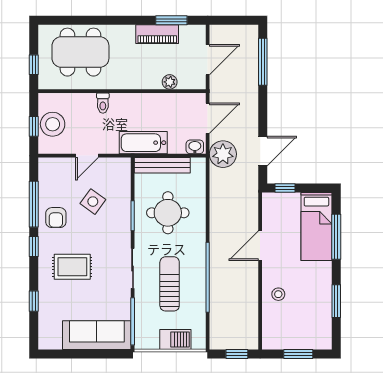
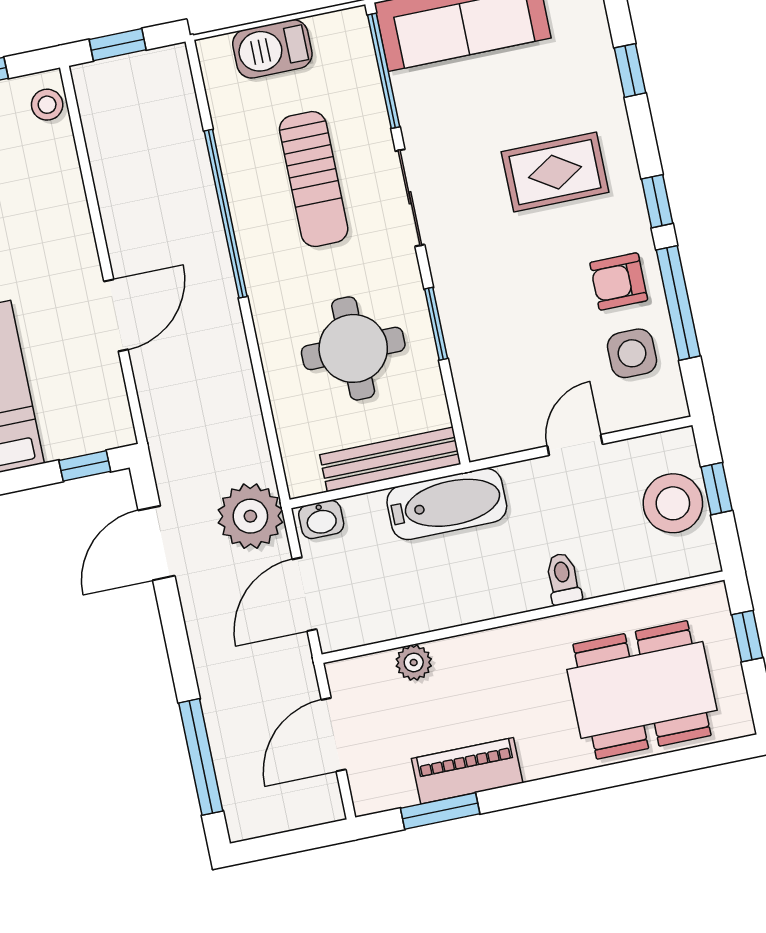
side table: (93, 202) -> (632, 353), moved, turned -36
armchair: (56, 218) -> (619, 282), turned -90
stool: (278, 294) -> (47, 105), moved

